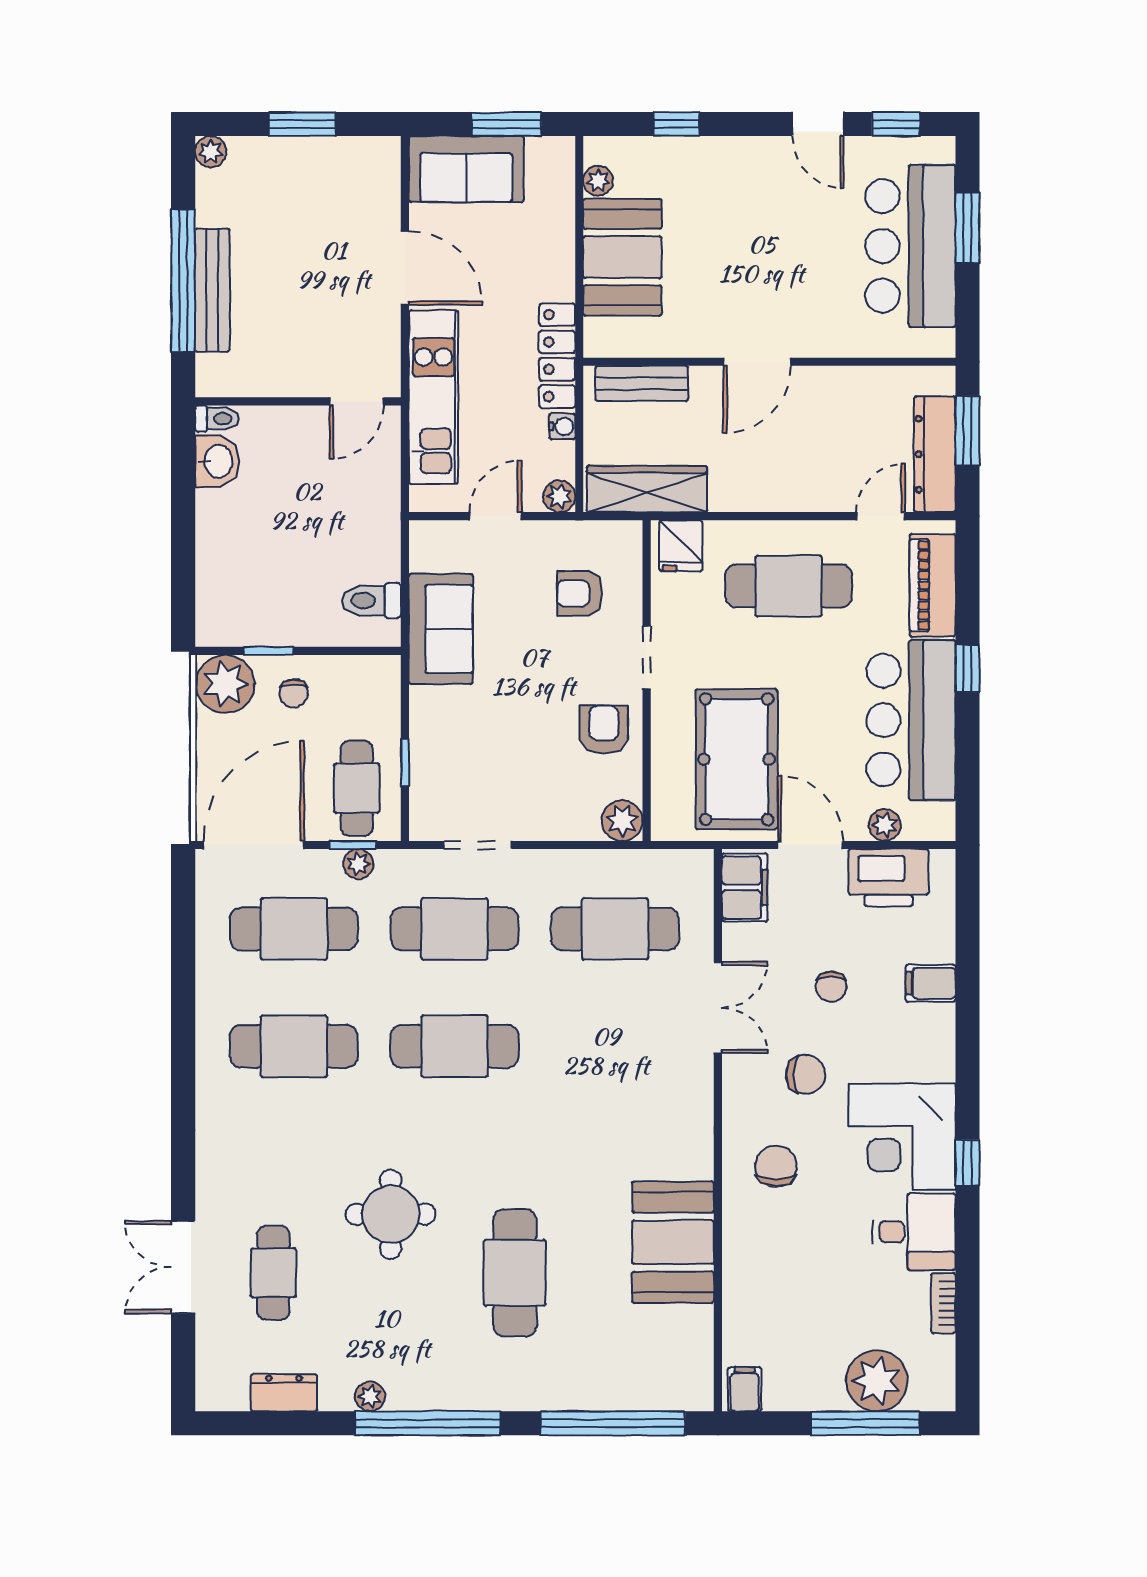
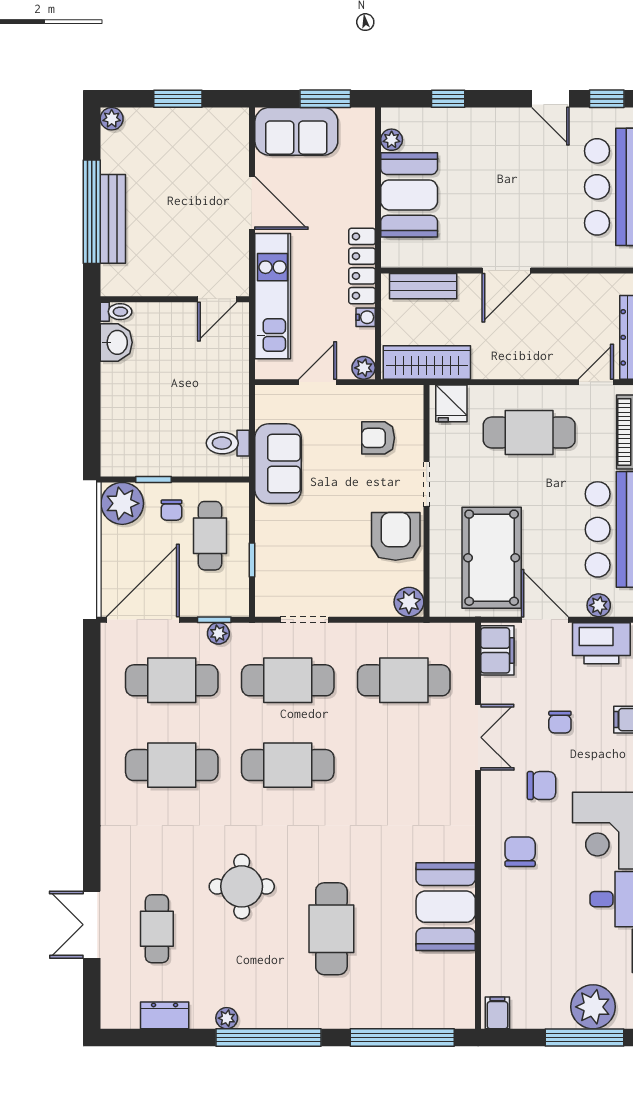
armchair: (604, 730) -> (396, 536), width x1.38, depth x1.38
cafe table: (357, 788) -> (210, 536), moved

